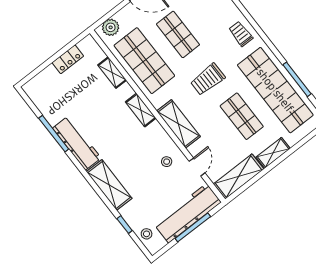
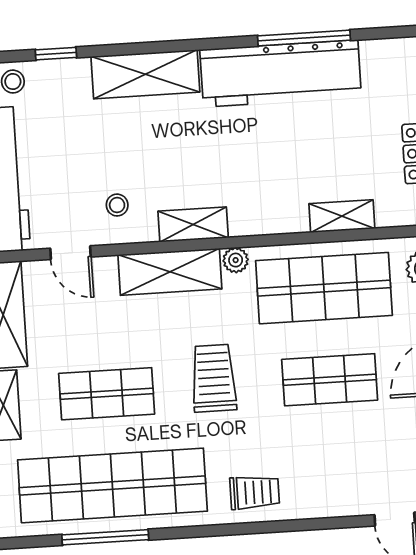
plant: (157, 102) -> (236, 260), added
shelving: (141, 110) -> (193, 224), moved
workbench: (77, 143) -> (281, 73), width x1.36, depth x1.32

